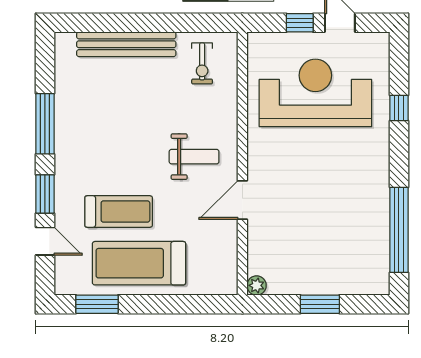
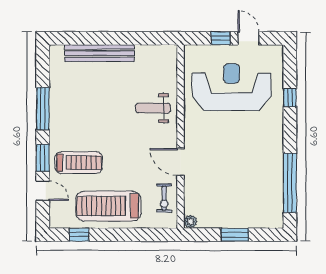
exercise bike: (202, 63) -> (164, 198), moved
weight bench: (194, 157) -> (153, 108), moved, turned 180
door: (242, 200) -> (181, 162), hinge flipped
treadmill: (119, 212) -> (79, 163), moved
window: (97, 304) -> (79, 235), width x0.67

